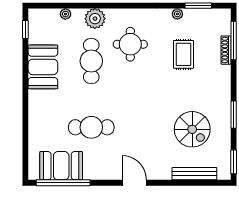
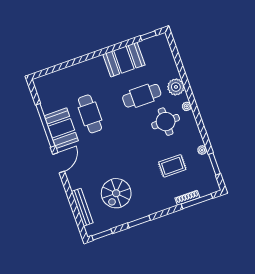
plant: (65, 14) -> (187, 106), moved
booth: (61, 166) -> (61, 128), moved
window: (63, 183) -> (45, 125), moved

